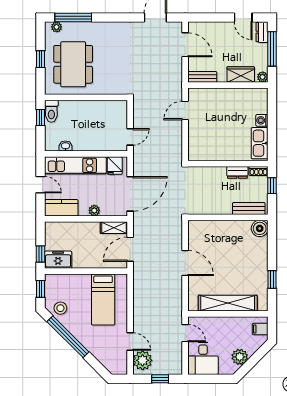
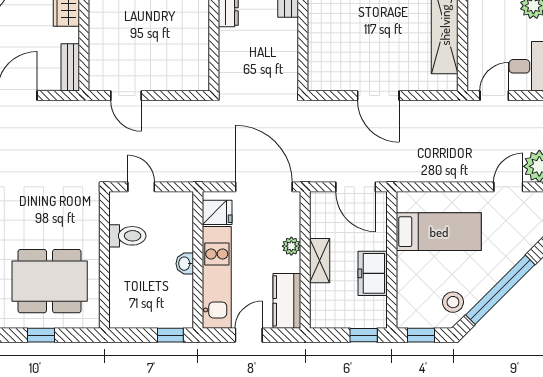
toilet: (51, 111) -> (127, 236), moved
window: (40, 117) -> (170, 335), moved
door: (130, 137) -> (141, 187), moved
washbasin: (65, 146) -> (185, 264), moved
shelving: (114, 228) -> (320, 261), moved
freezer: (58, 260) -> (373, 273), moved
door: (185, 263) -> (378, 96), swing flipped

